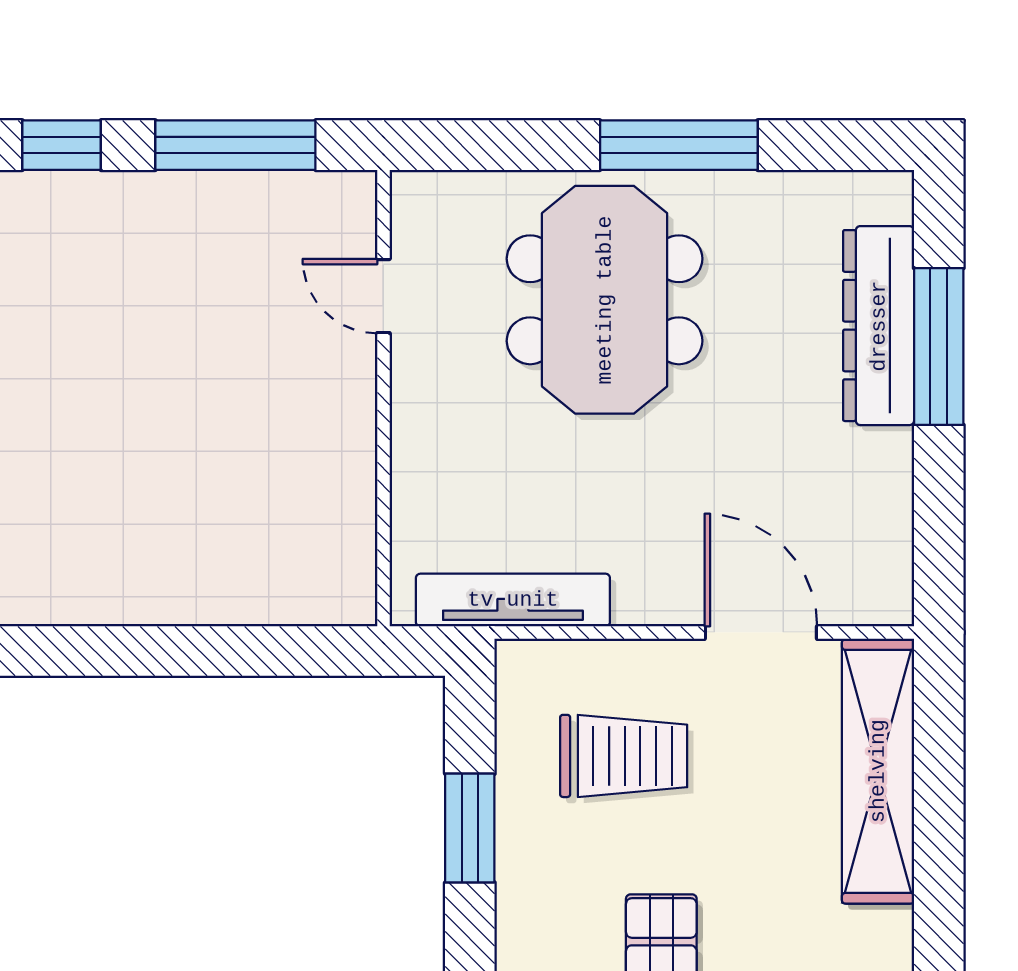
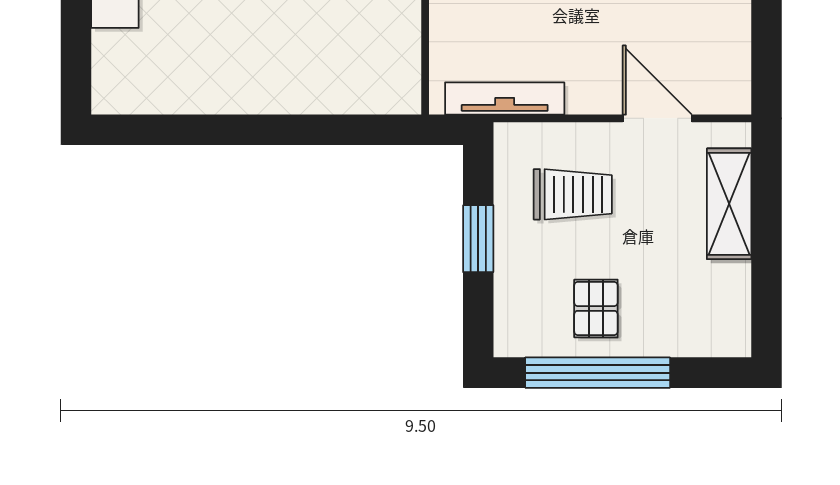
shelving: (878, 771) -> (729, 204), width x0.68

